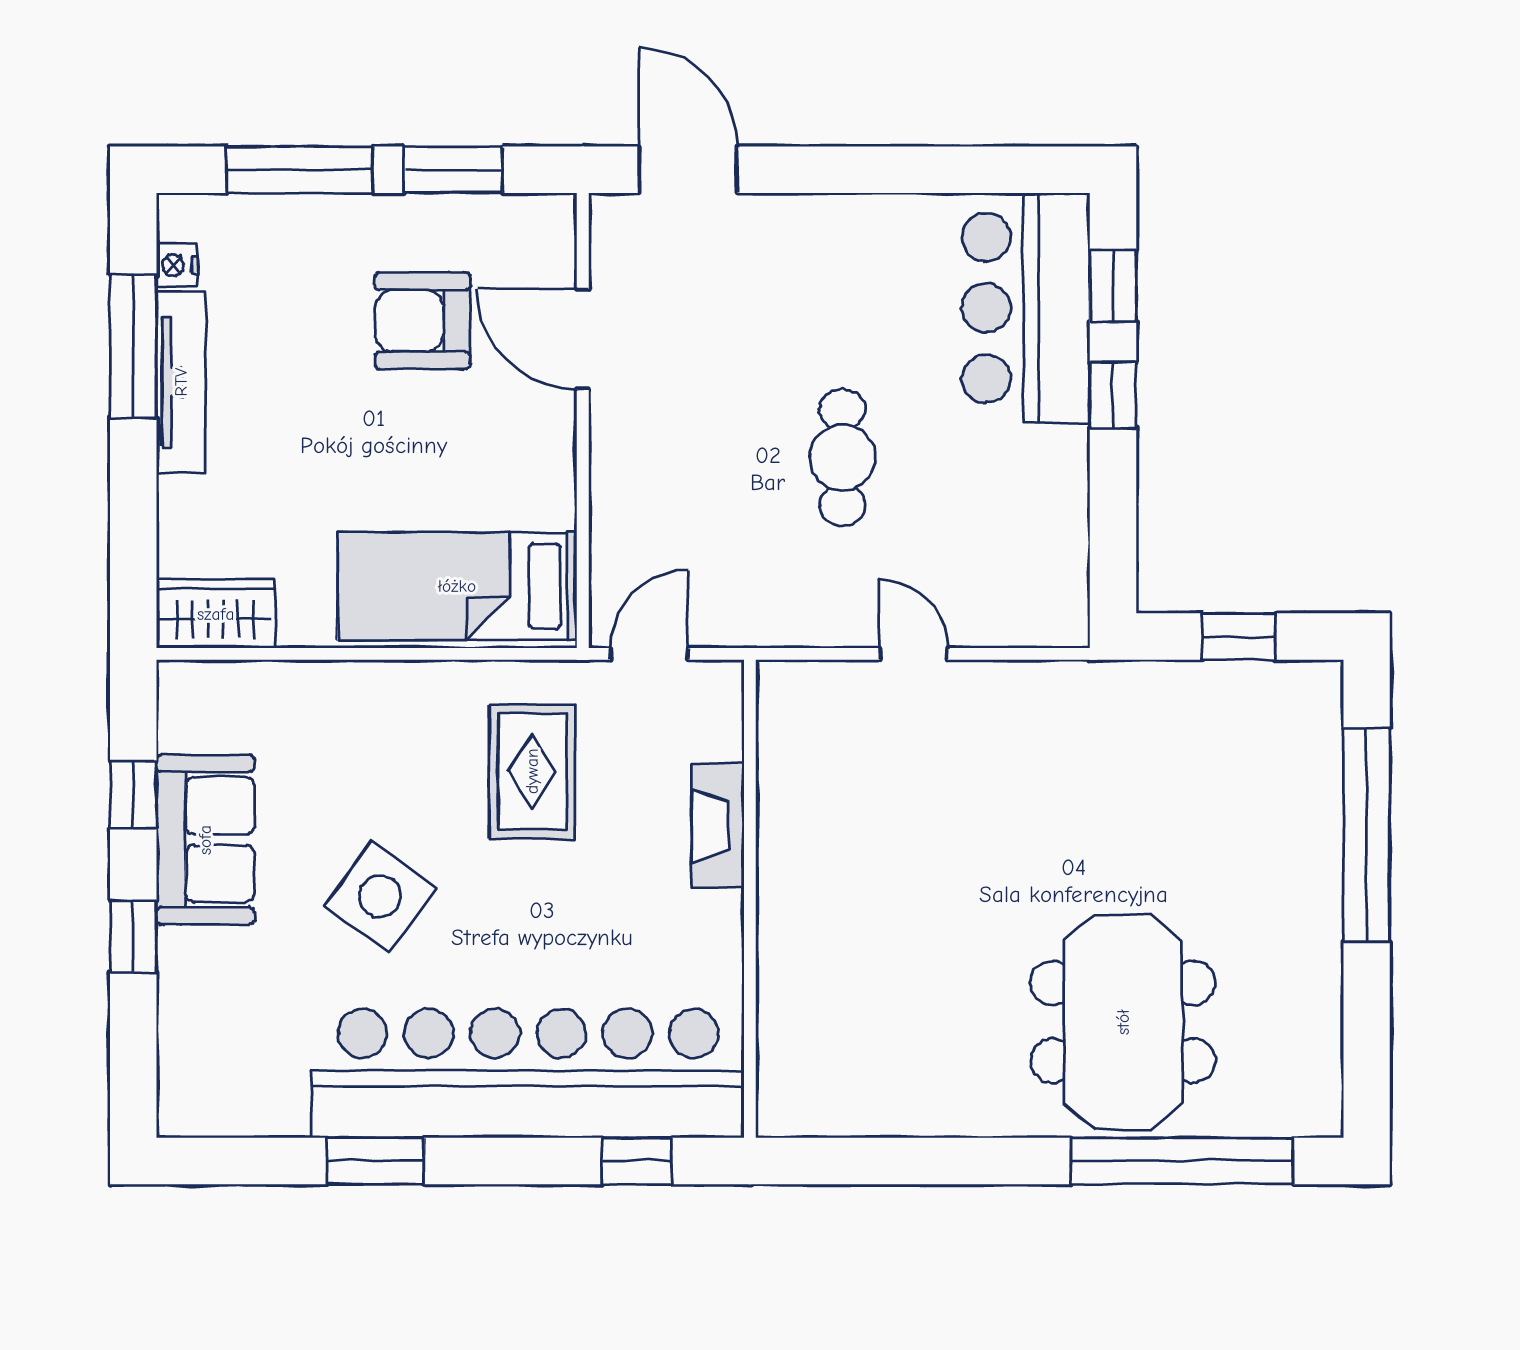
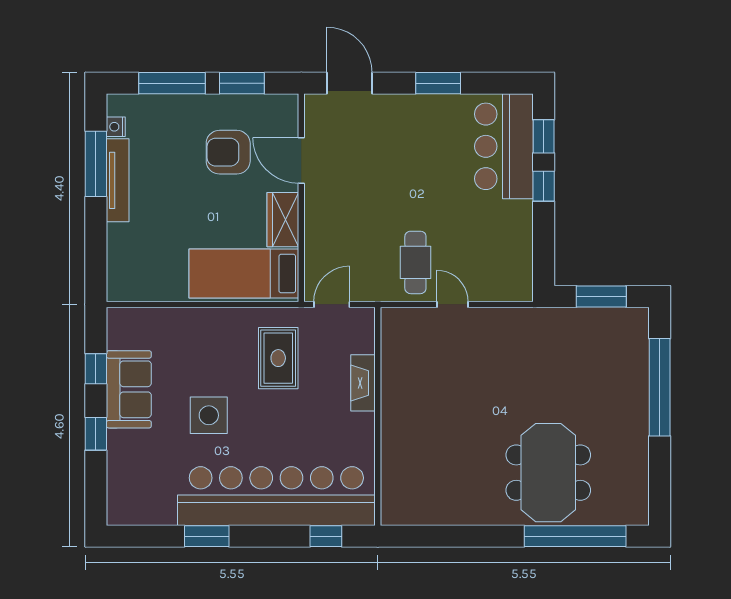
window: (882, 170) -> (438, 83), added
cafe table: (842, 457) -> (415, 262), moved
wardrobe: (216, 614) -> (283, 220), moved, turned -90
window: (1239, 637) -> (601, 296), width x1.50
side table: (380, 896) -> (209, 415), turned -36

